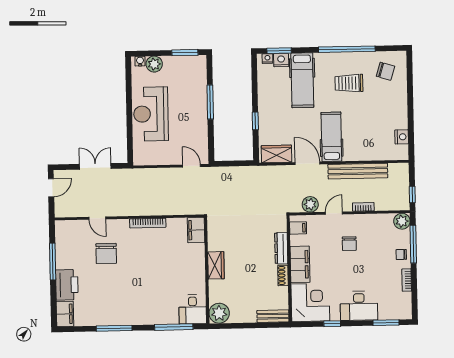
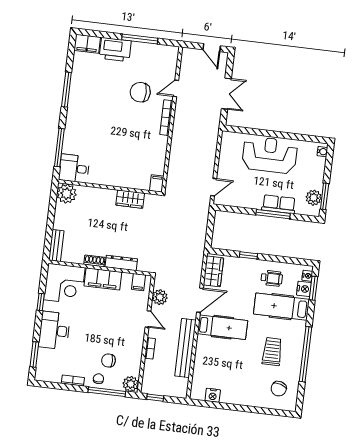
plant: (154, 64) -> (314, 198), moved
wheelchair: (275, 94) -> (272, 278), added
row of seats: (199, 98) -> (279, 204), added
bookcase: (148, 223) -> (166, 118), moved
filing cabinet: (196, 230) -> (157, 183), width x0.50
chair: (349, 244) -> (108, 360), moved
wardrobe: (216, 265) -> (130, 199), moved

